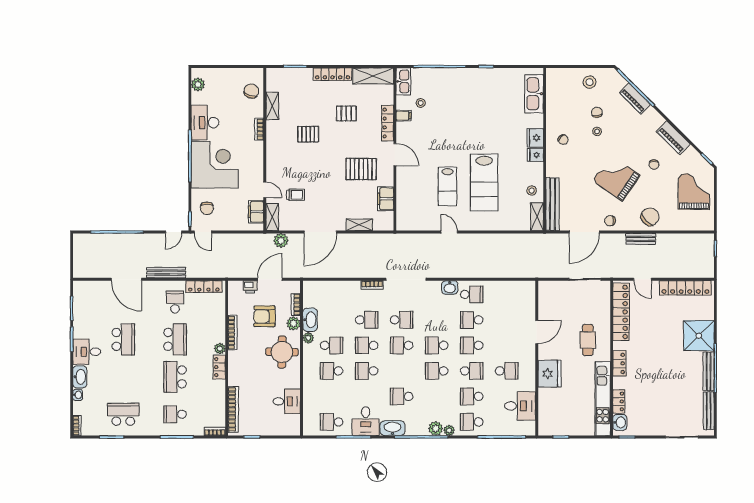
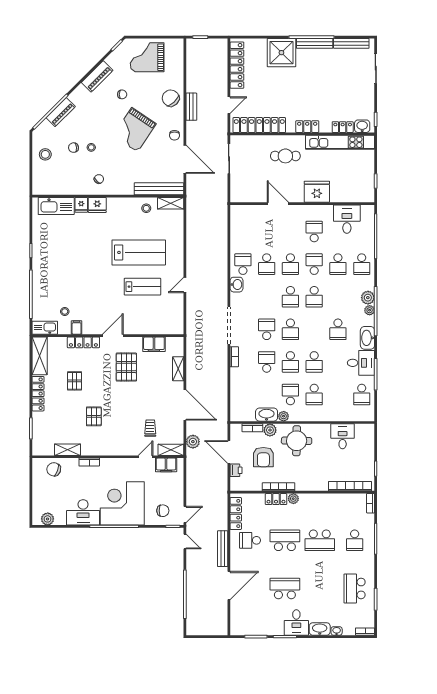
fridge: (535, 155) -> (81, 205), moved
locker: (219, 367) -> (276, 499), moved
plant: (449, 430) -> (370, 310), moved

